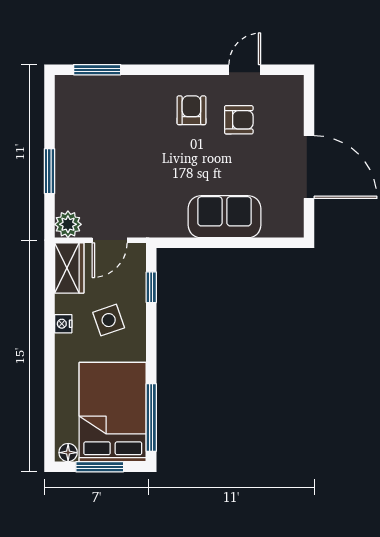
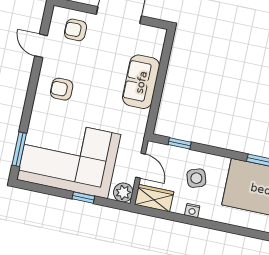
armchair: (239, 120) -> (76, 30), moved, turned -90
corner sofa: (101, 140) -> (69, 157), added
window: (49, 171) -> (83, 198), width x0.67

